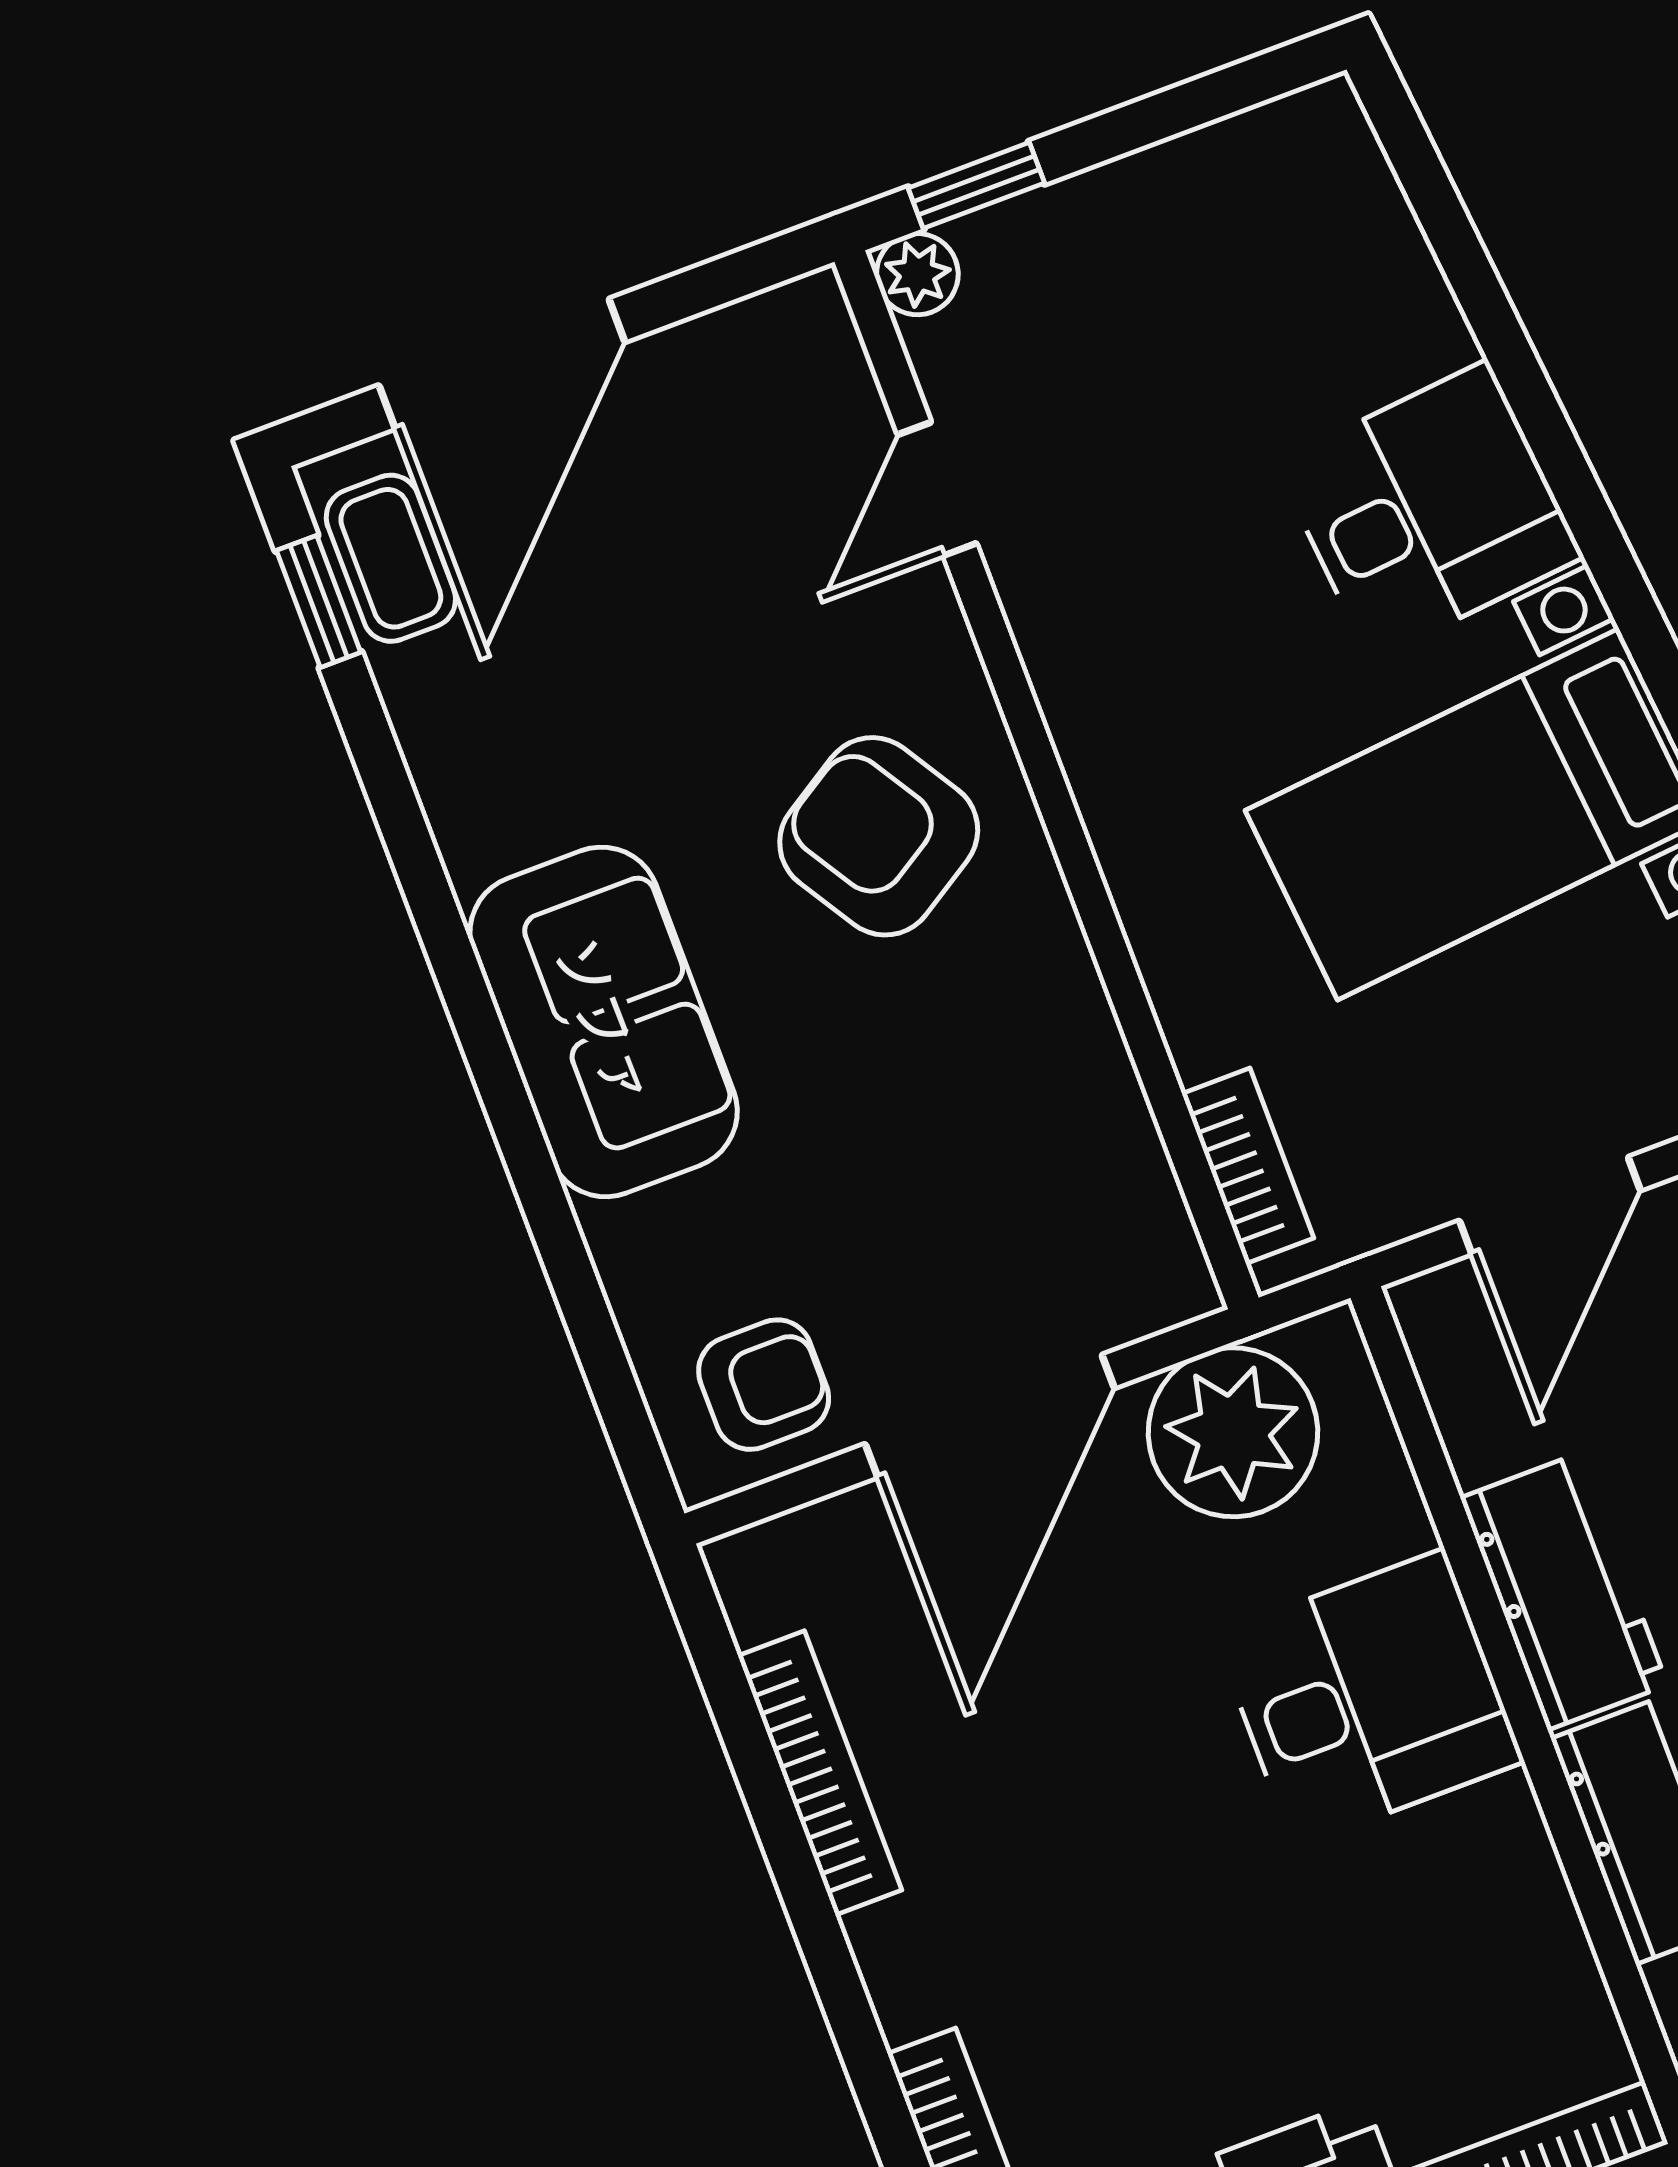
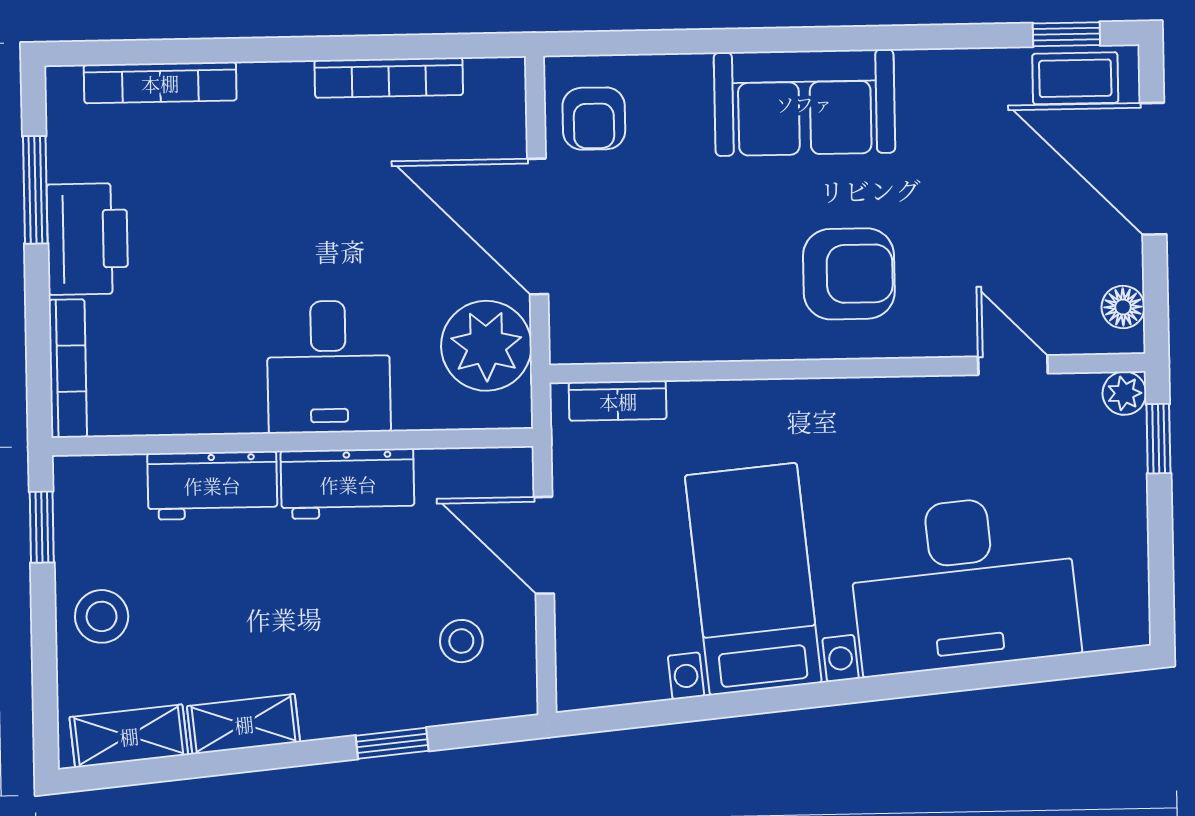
floor lamp: (766, 330) -> (1123, 307), added
desk: (1429, 510) -> (964, 584), width x1.87, depth x1.30
armchair: (879, 836) -> (849, 274), turned 32

